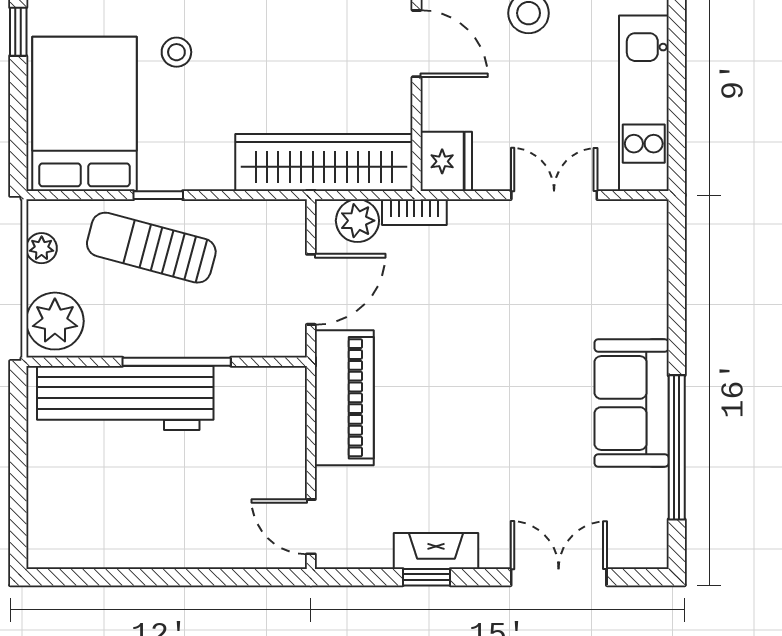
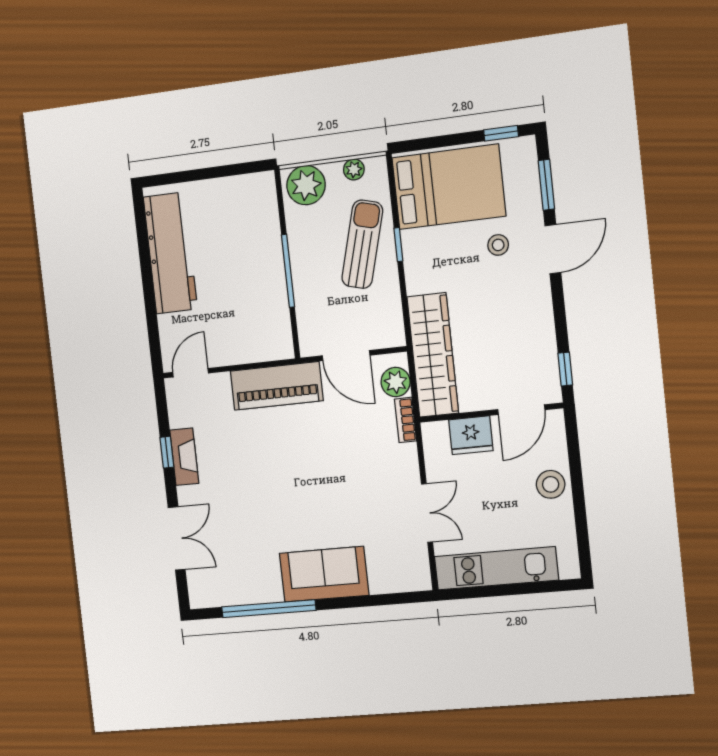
fridge: (446, 161) -> (471, 435), moved
workbench: (125, 398) -> (170, 253), moved, turned 180
sofa: (632, 403) -> (324, 574), moved

